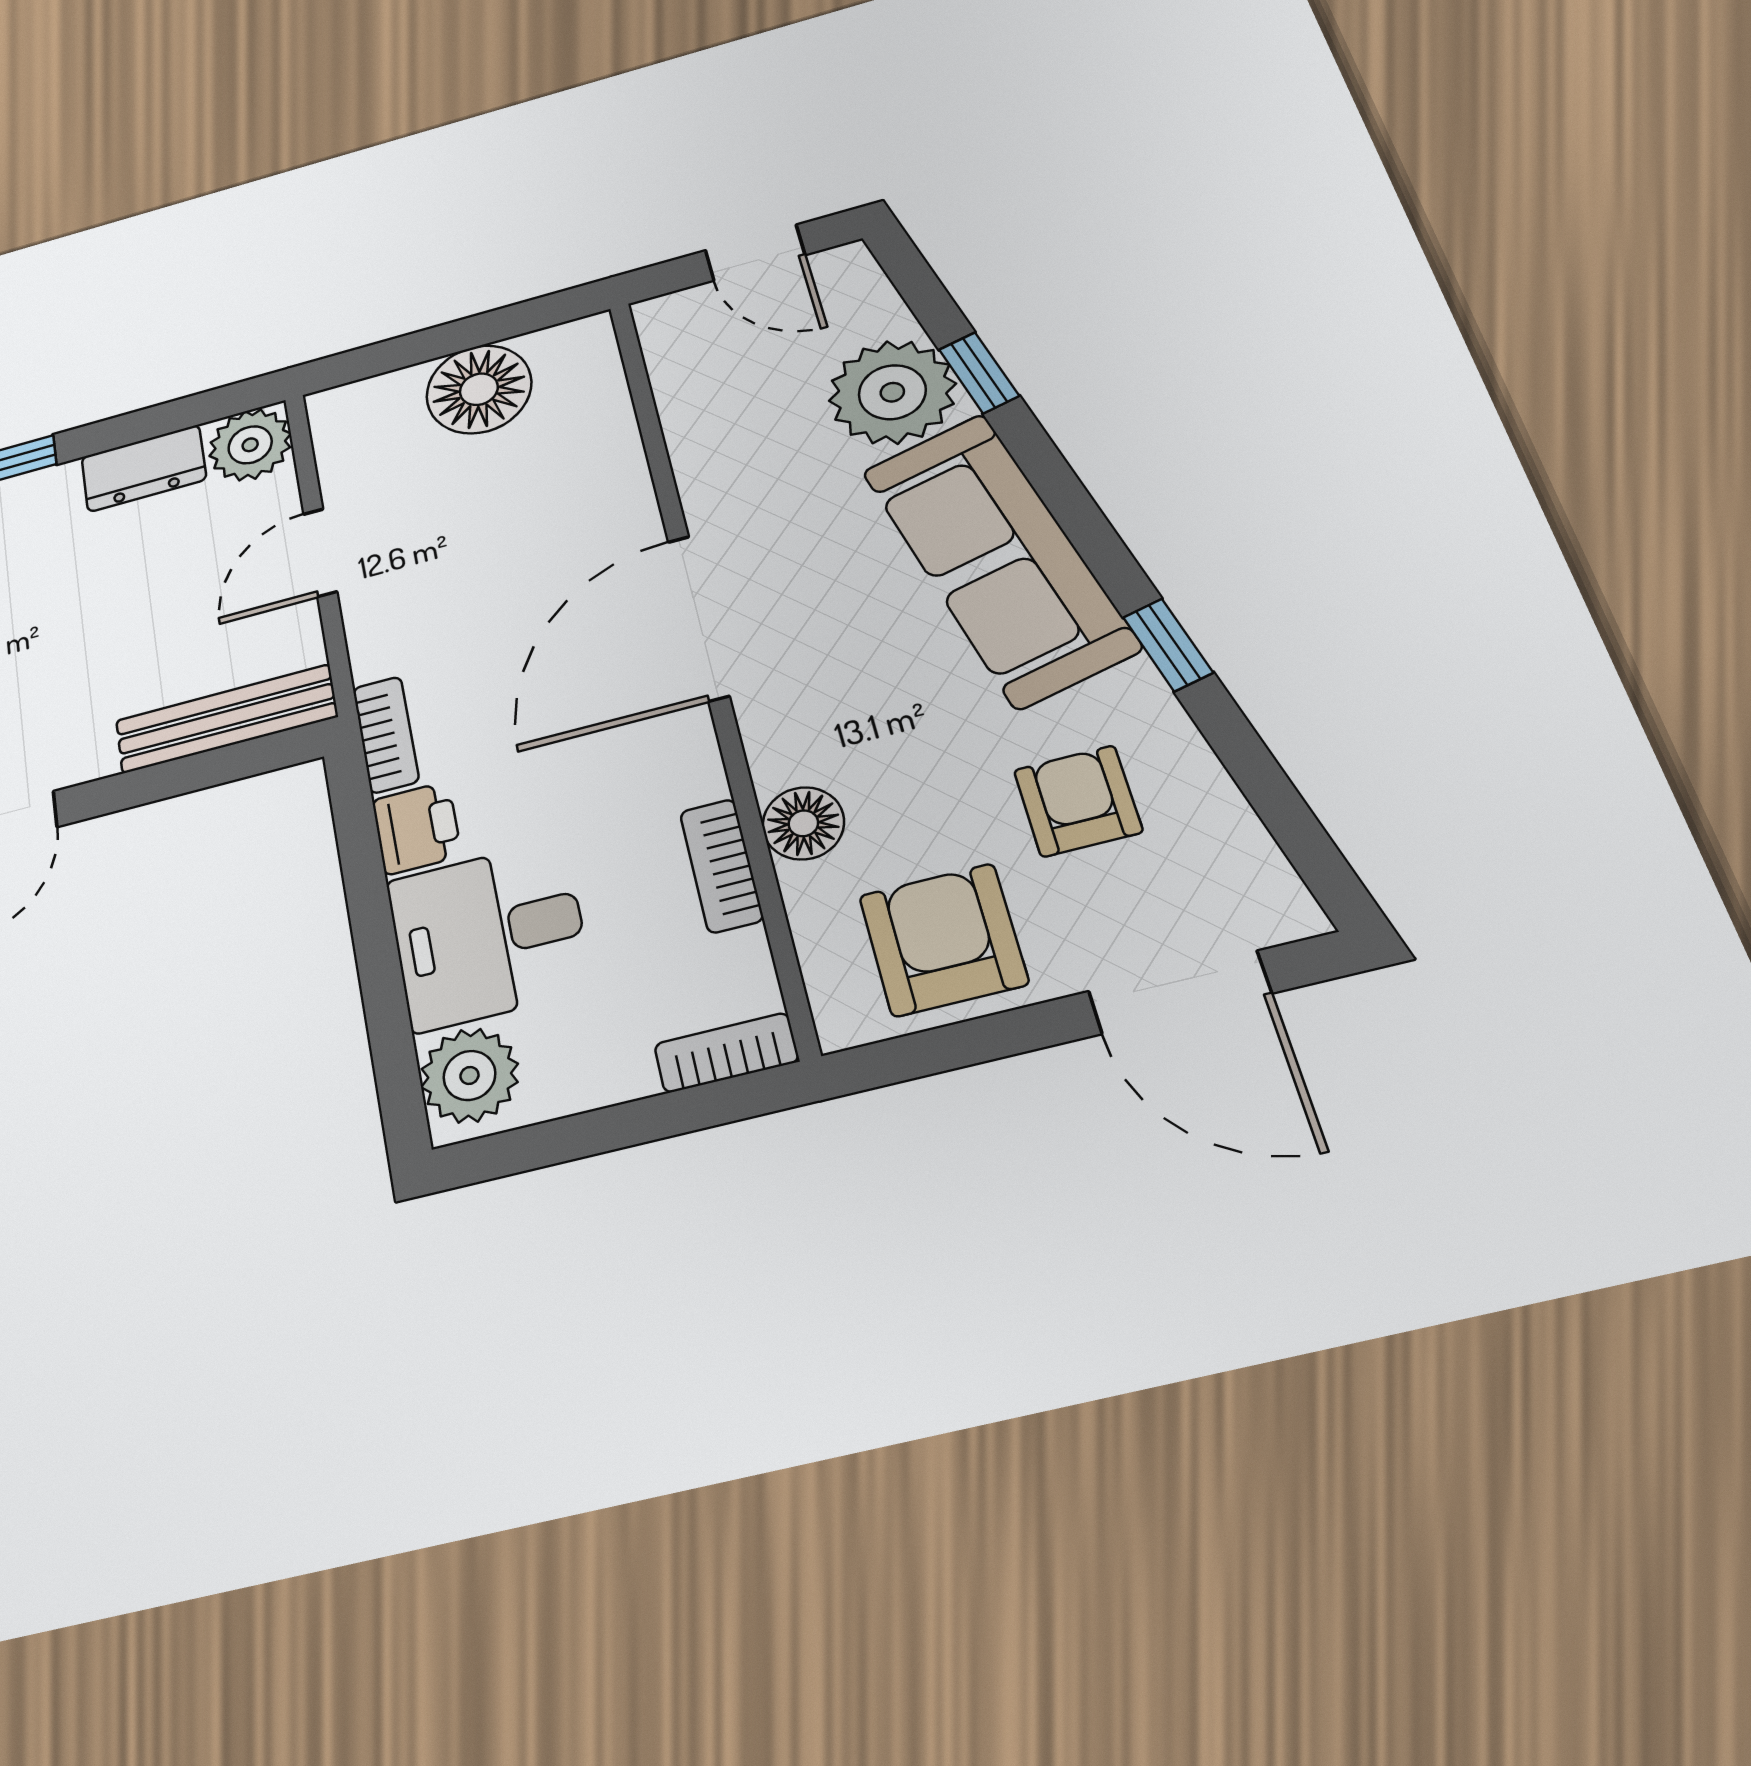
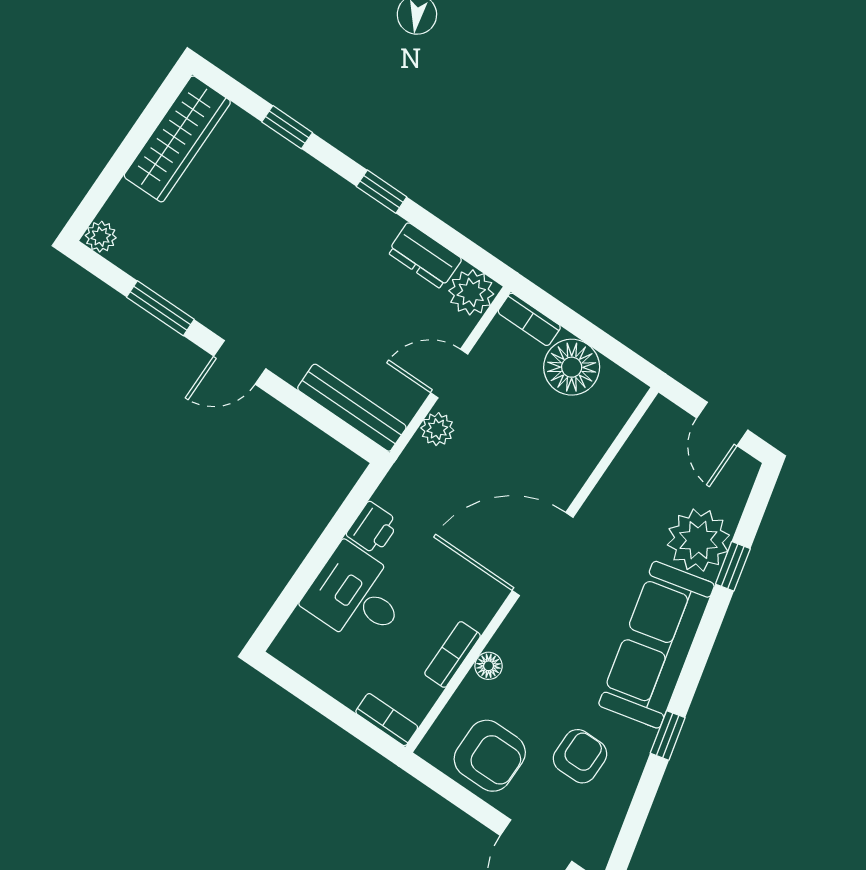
bookcase: (386, 735) -> (529, 319), moved, turned 90
floor lamp: (803, 823) -> (489, 666), width x0.73, depth x0.73
armchair: (943, 940) -> (490, 756), turned 90
plant: (469, 1075) -> (437, 429), moved, width x0.73, depth x0.73

